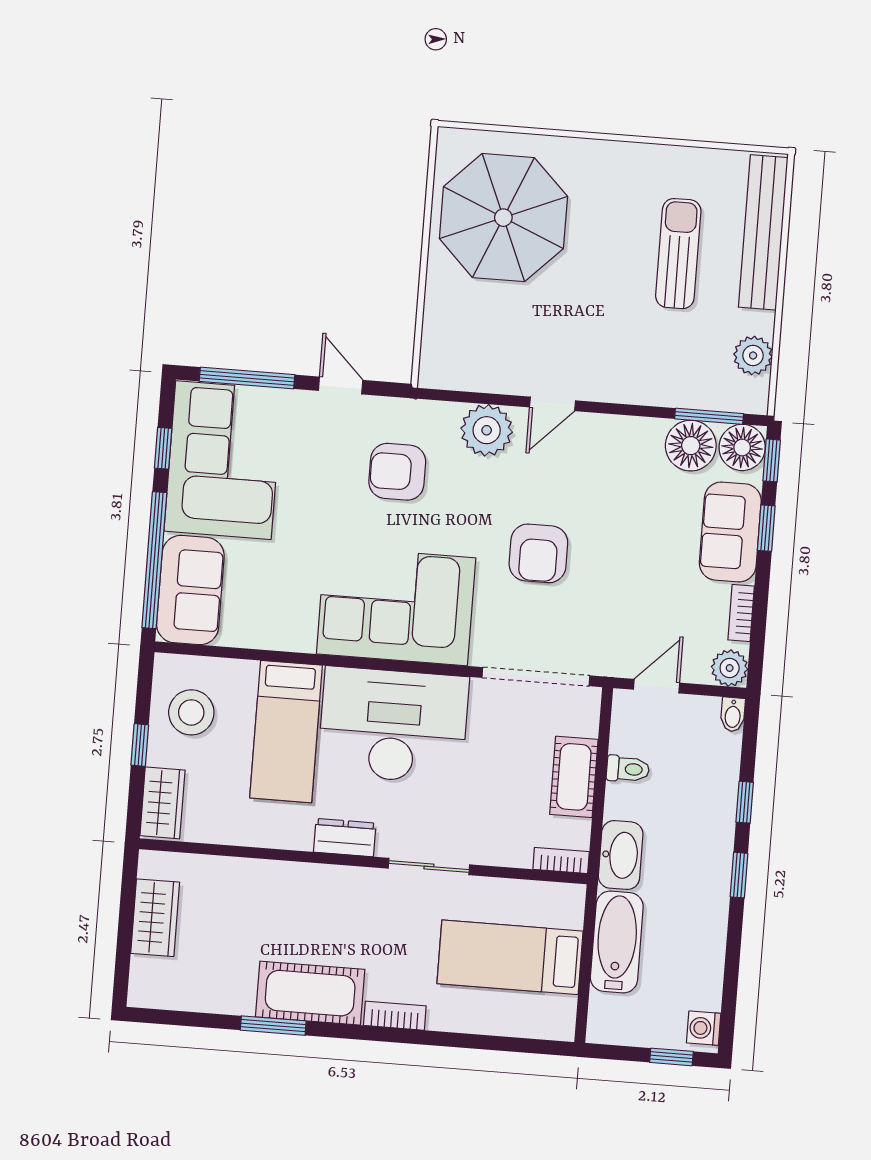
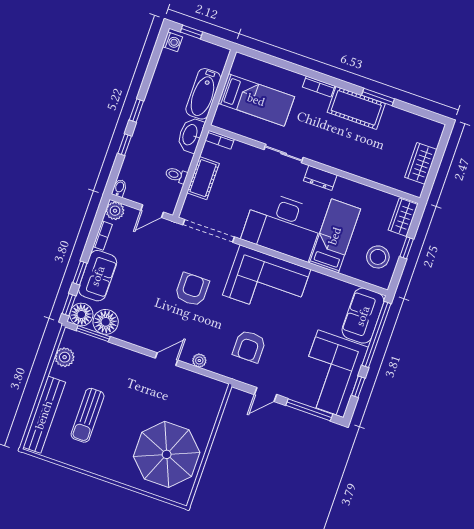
door: (341, 385) -> (265, 395), hinge flipped
plant: (487, 430) -> (199, 361), width x0.53, depth x0.53
armchair: (397, 472) -> (249, 346), turned 90

